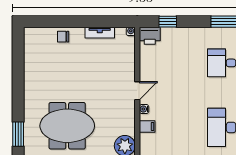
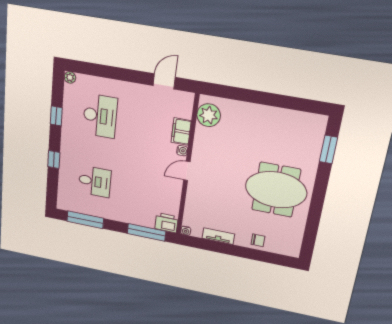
window: (168, 22) -> (146, 232), width x2.17
meeting table: (67, 126) -> (276, 190), moved
filing cabinet: (147, 127) -> (181, 132), width x2.00

